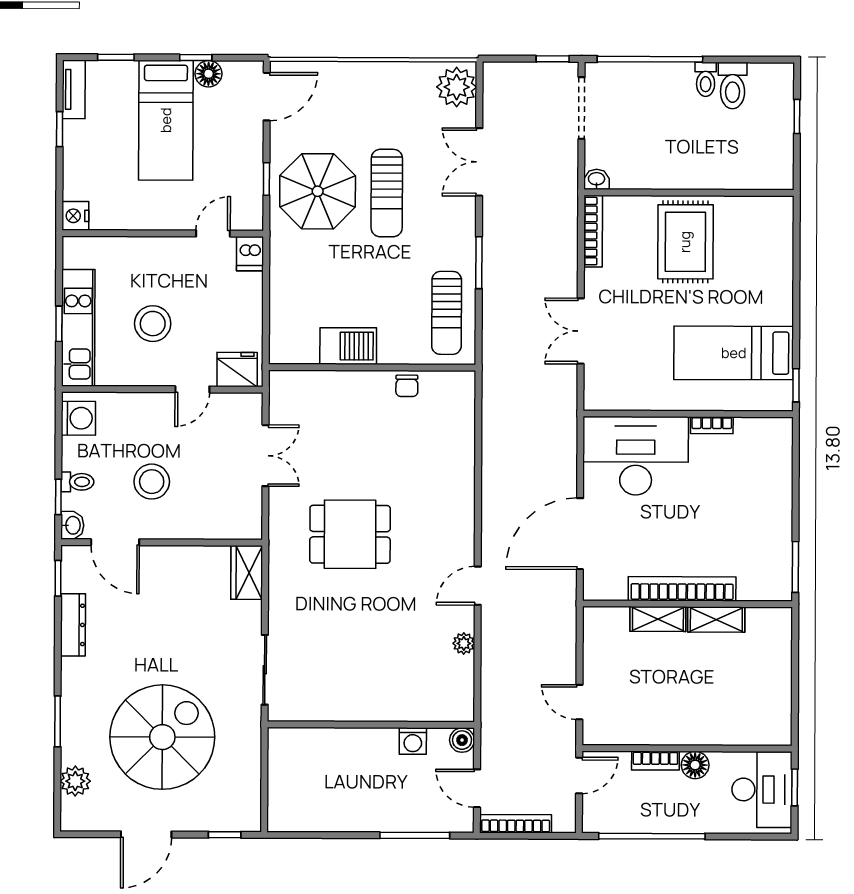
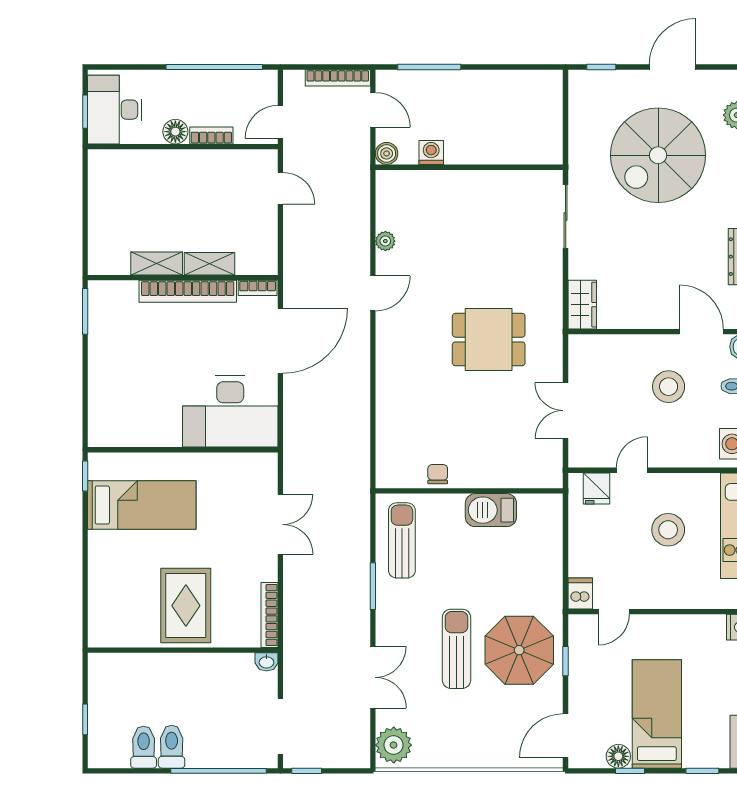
toilet: (706, 79) -> (172, 747), width x1.37, depth x1.39
fridge: (237, 369) -> (597, 488), width x0.72
bookcase: (712, 425) -> (258, 288), moved, turned 180

